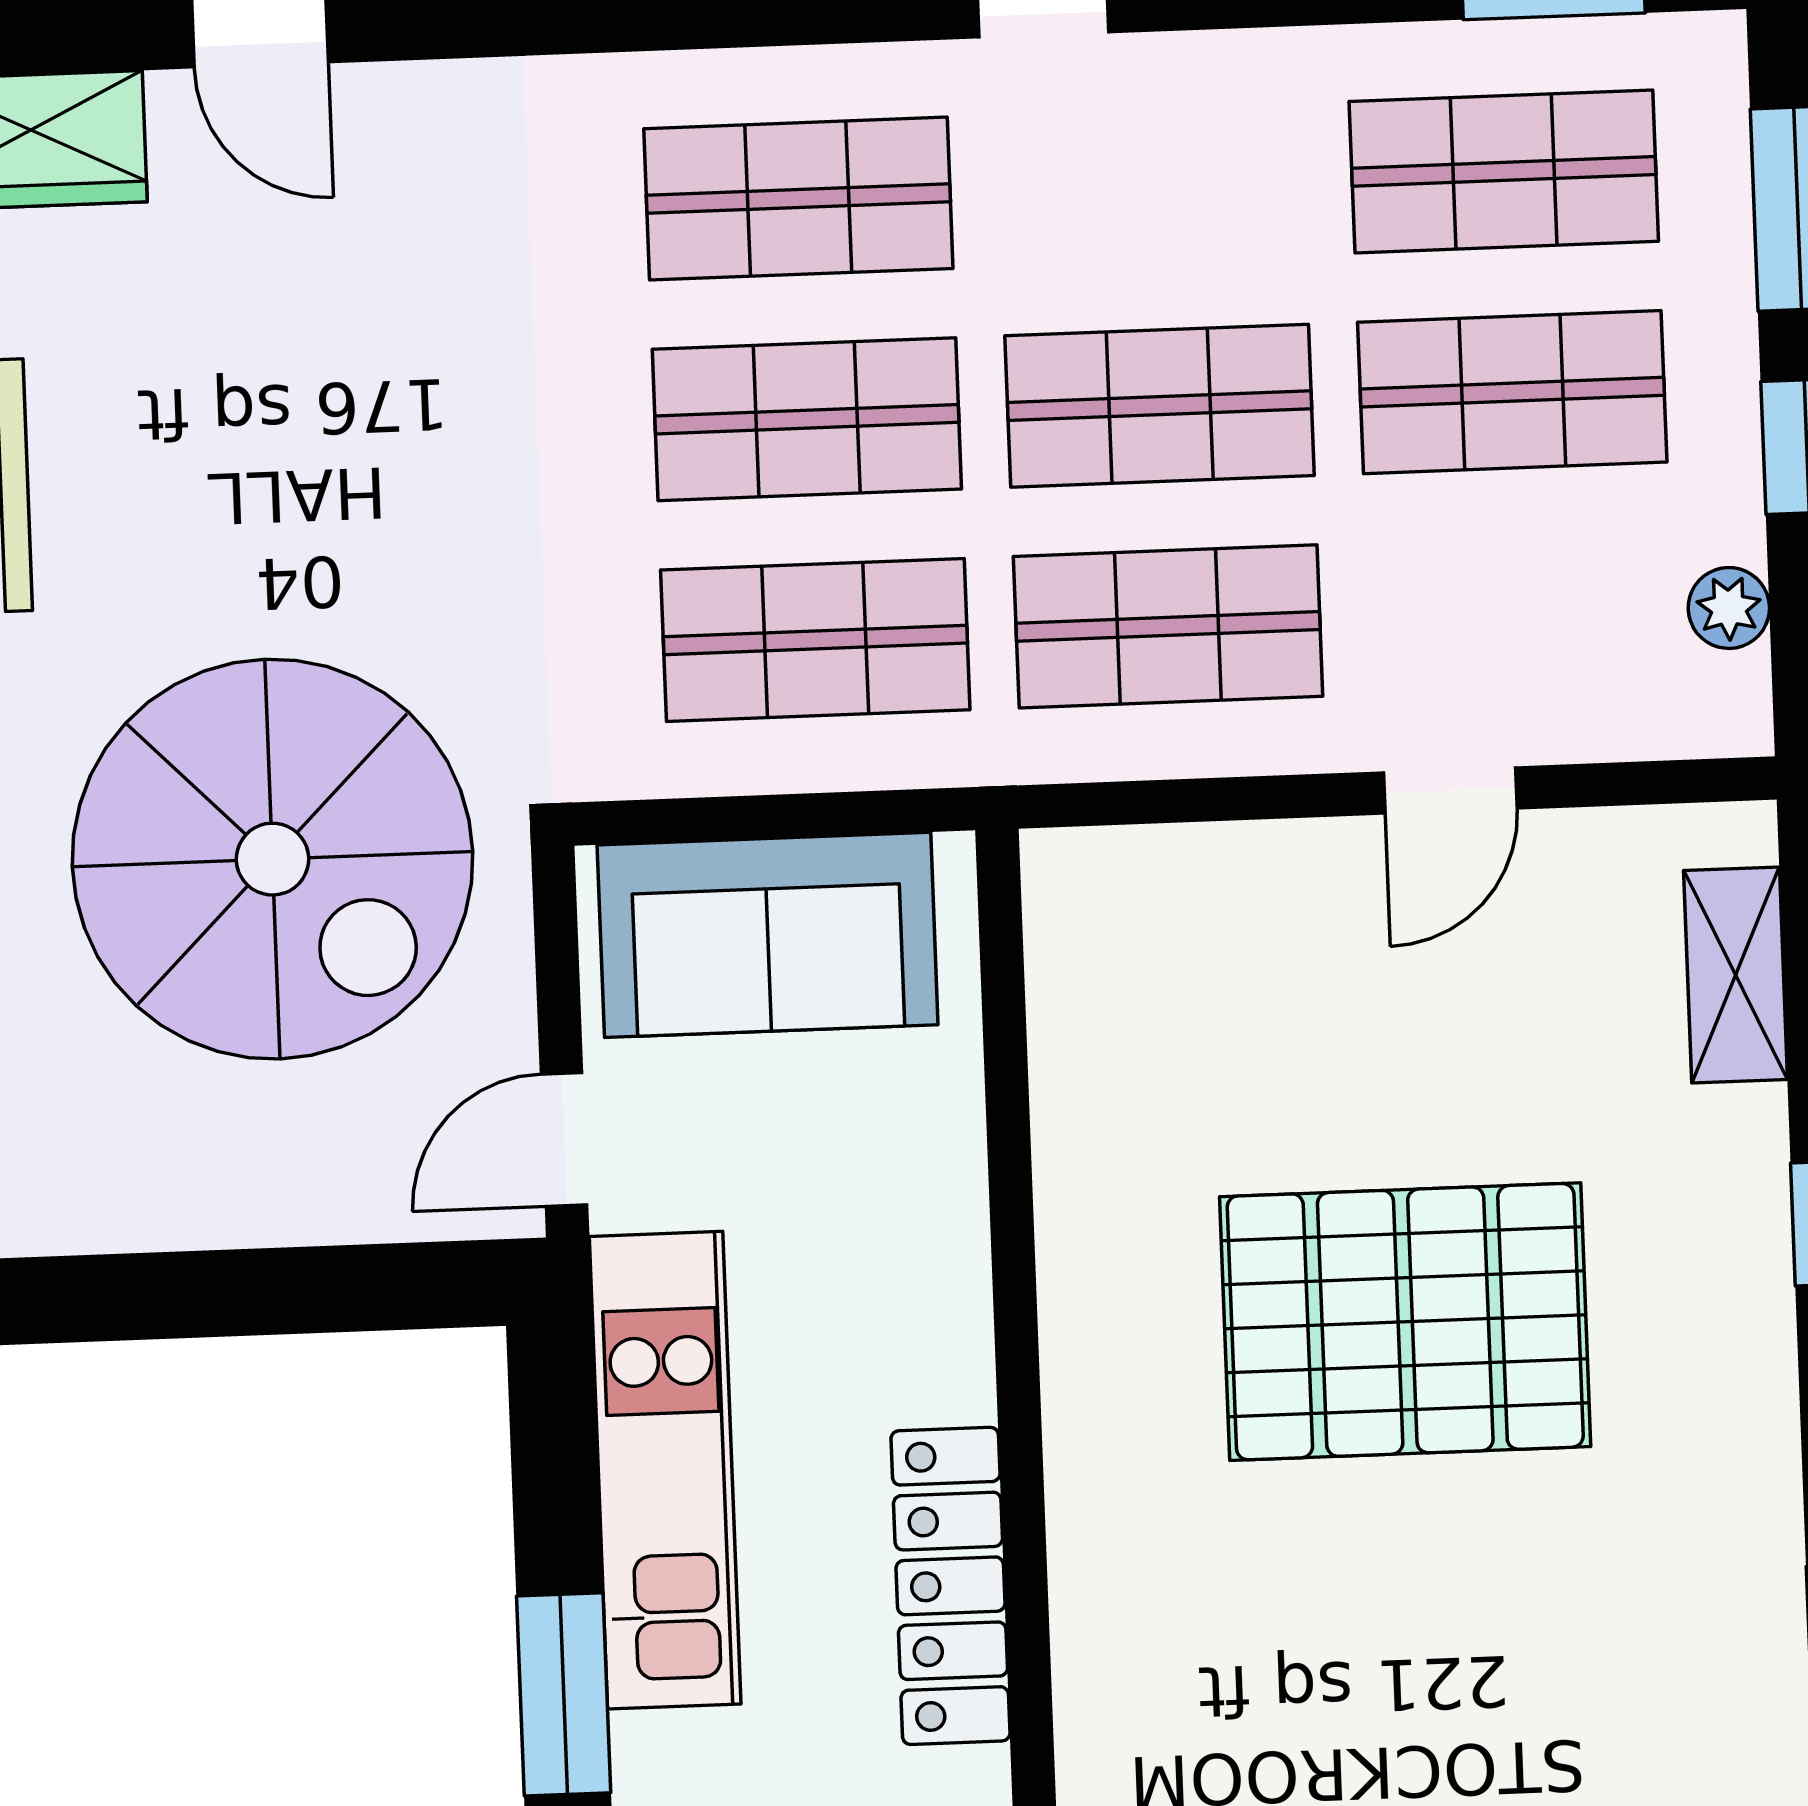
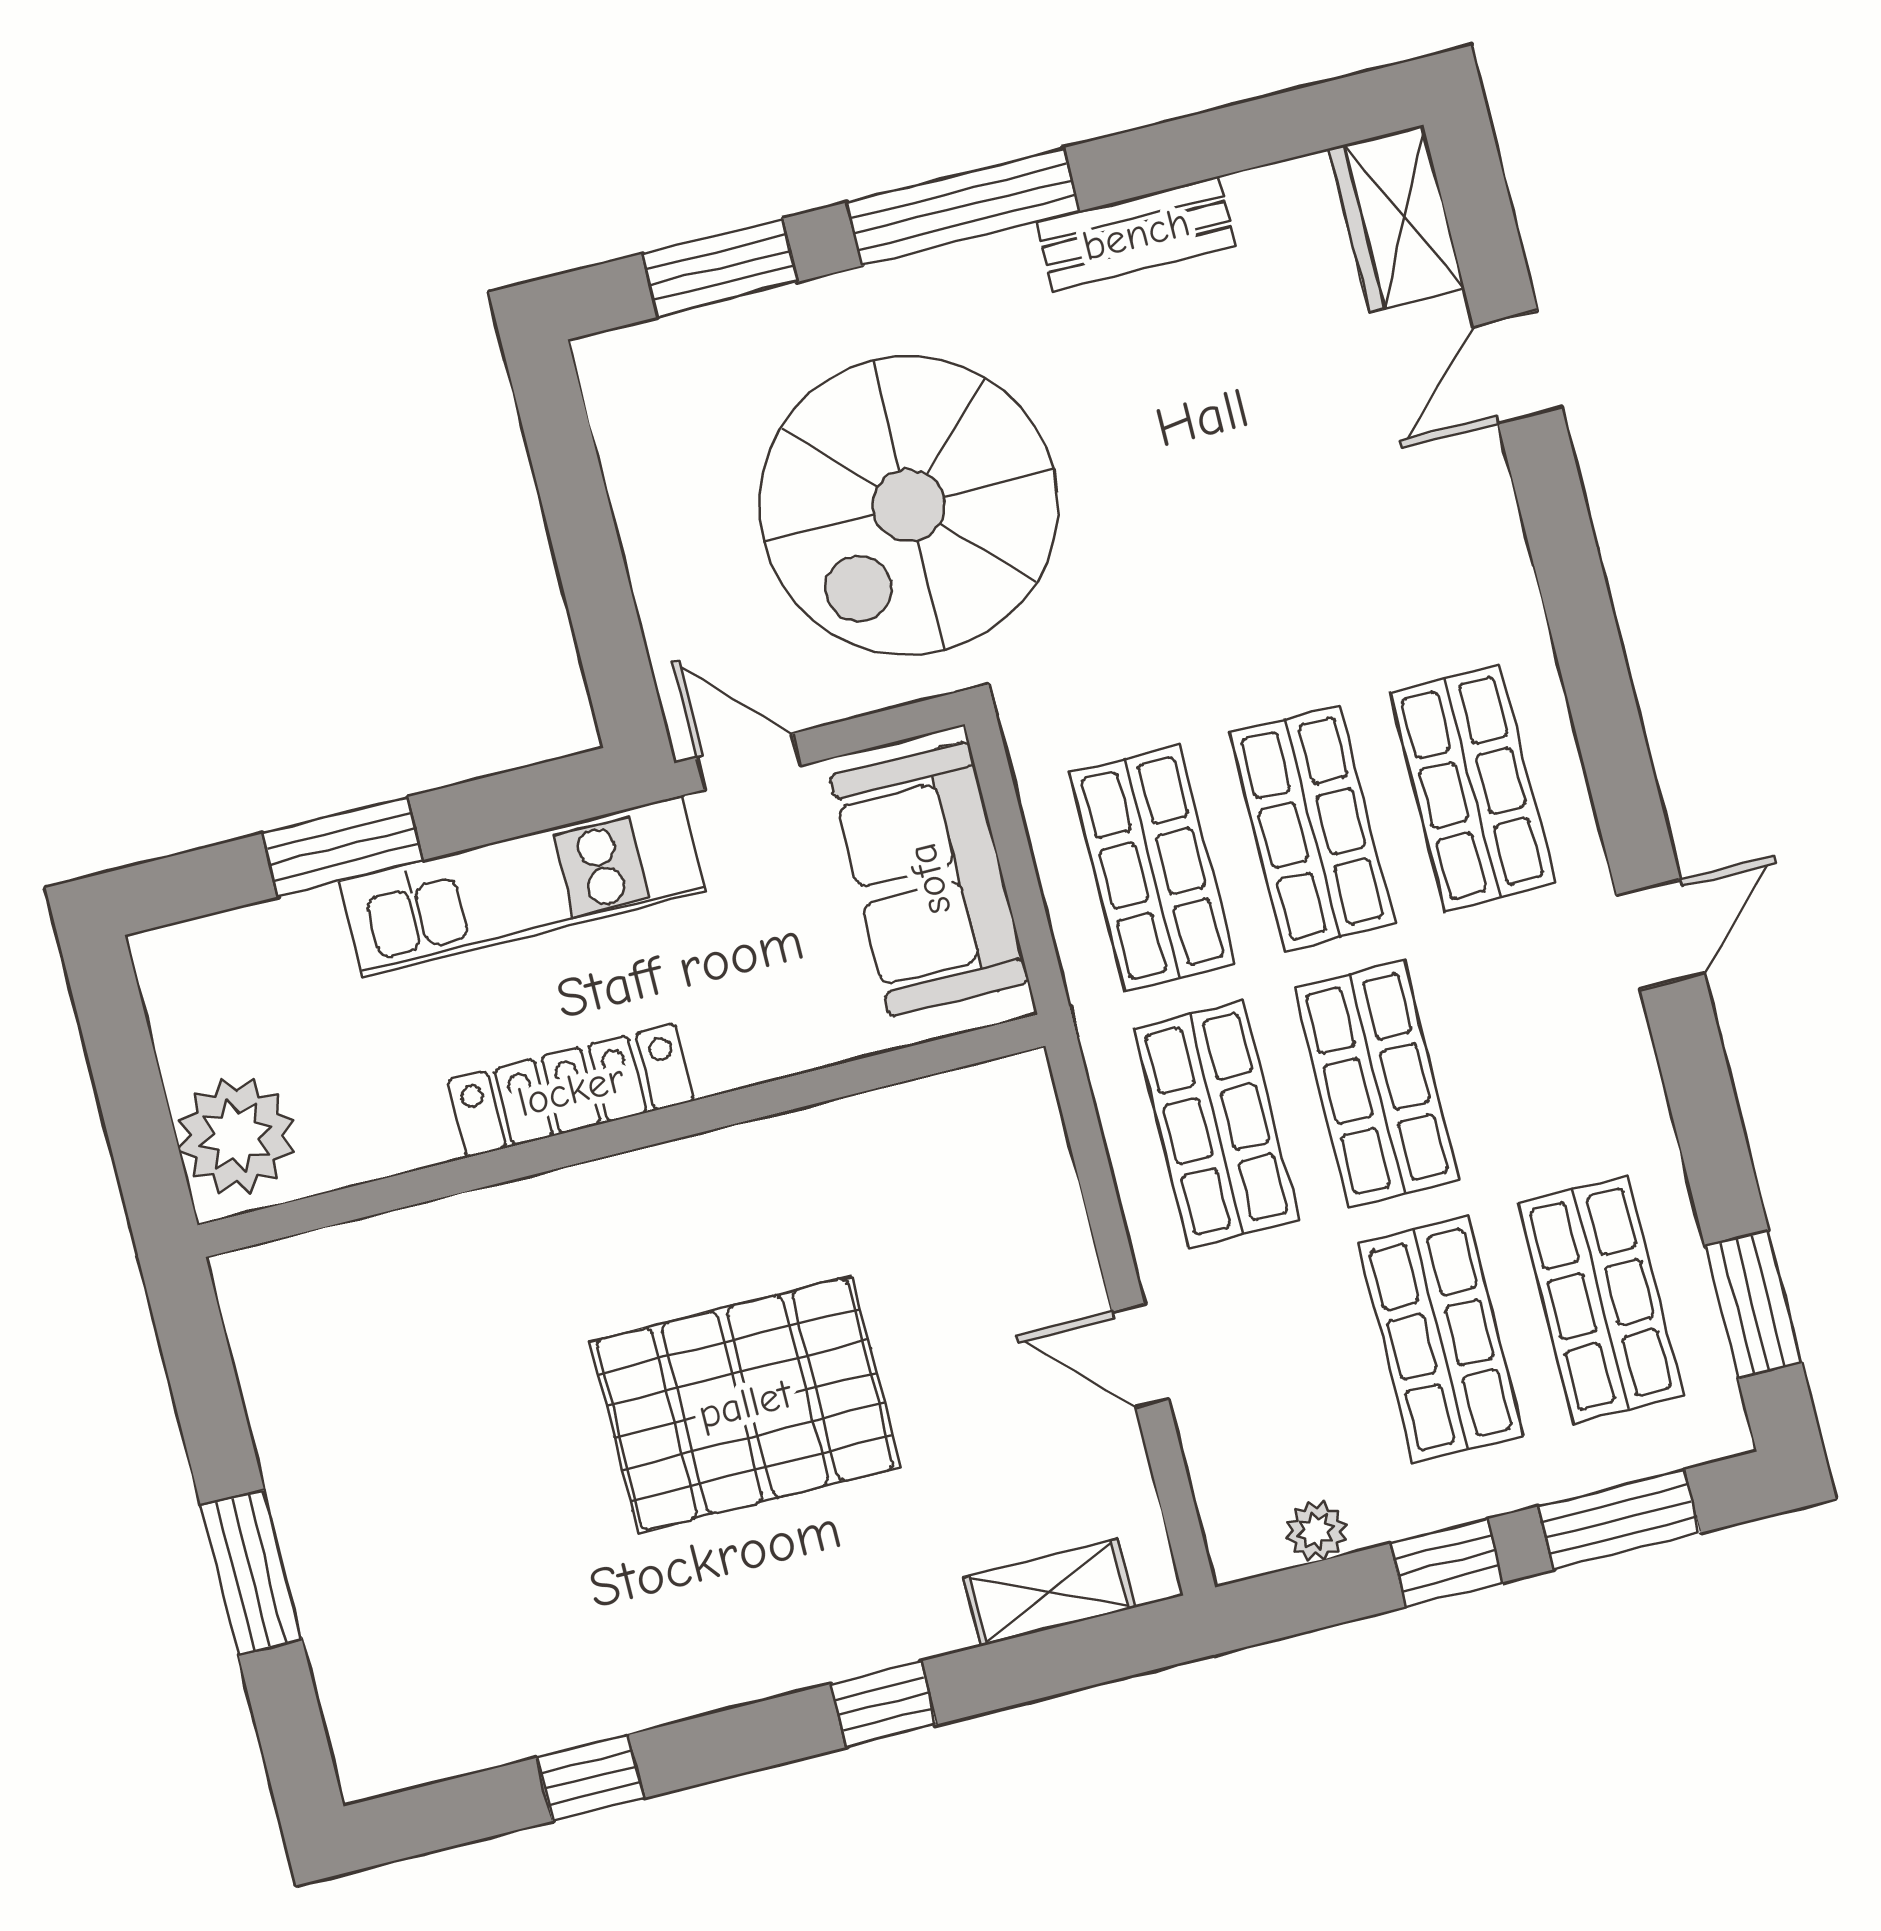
pallet: (1405, 1322) -> (745, 1404), turned 90
locker: (950, 1586) -> (571, 1090), moved

